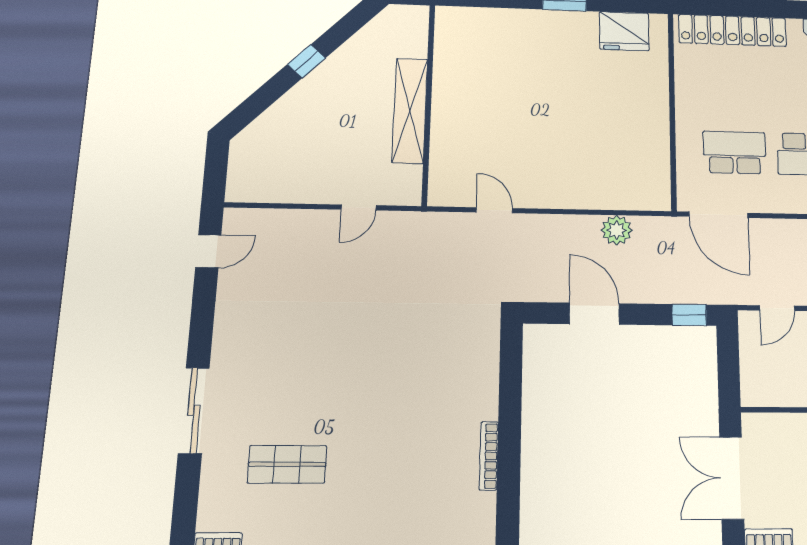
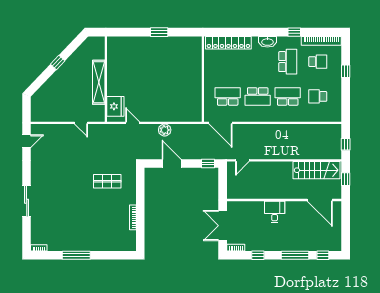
fridge: (624, 31) -> (115, 106), moved, turned -90
door: (359, 207) -> (81, 123), hinge flipped
plant: (617, 230) -> (165, 130), moved
shop shelf: (287, 464) -> (107, 181), moved

